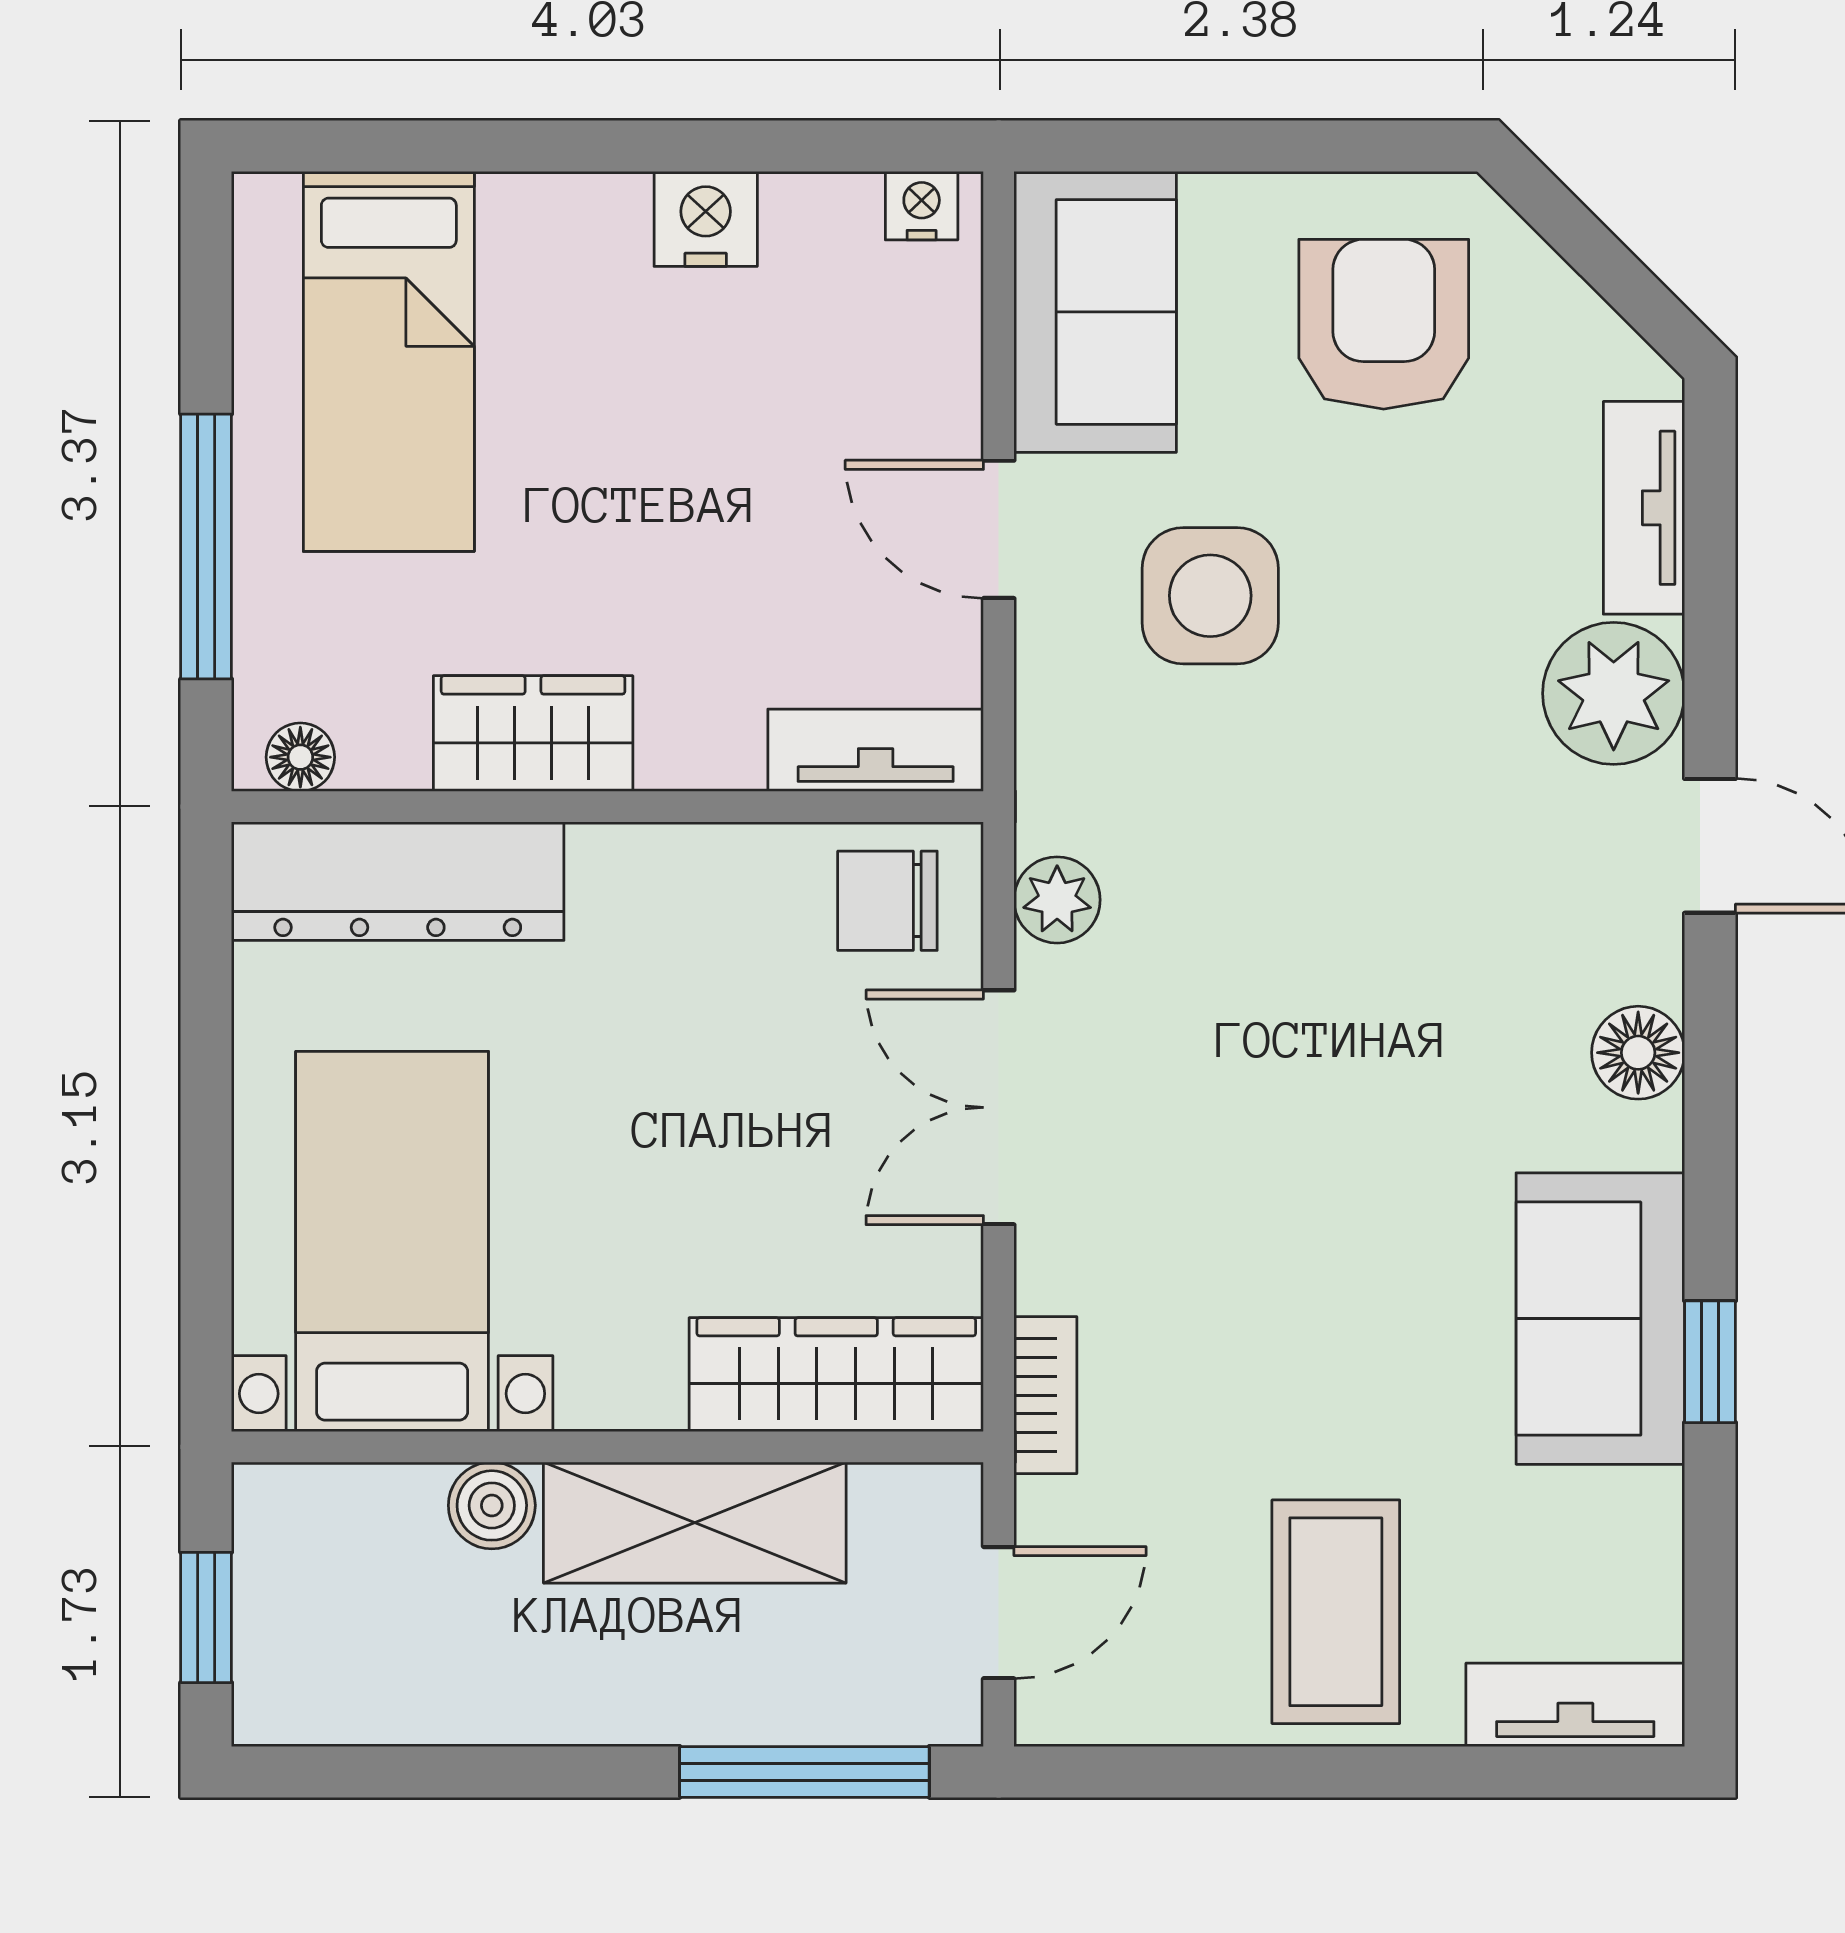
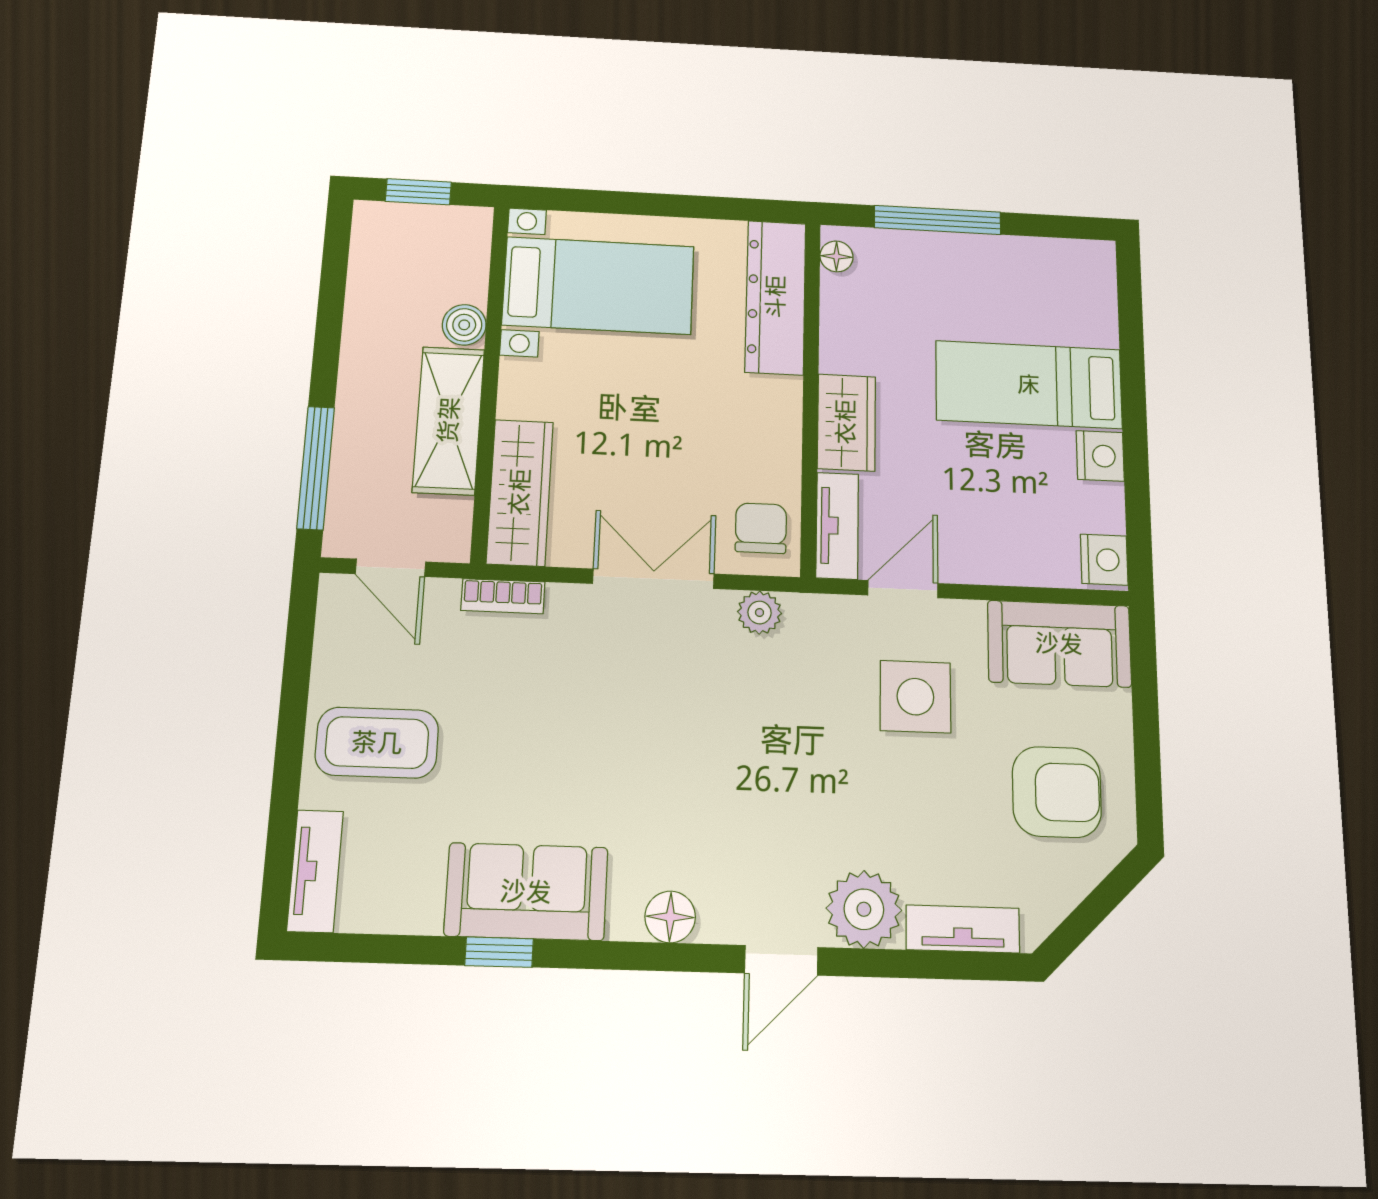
nightstand: (922, 206) -> (1104, 560), width x1.39, depth x1.35
bed: (389, 361) -> (1029, 385), moved
door: (999, 529) -> (903, 589), moved
wardrobe: (533, 734) -> (846, 422), moved

